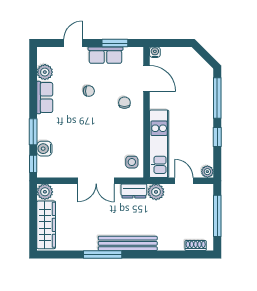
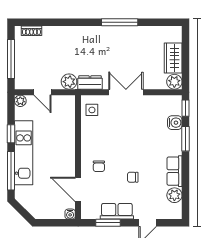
kitchen unit: (159, 144) -> (24, 153), moved, turned 180
wardrobe: (46, 225) -> (173, 58), width x0.67
bench: (128, 243) -> (96, 33), removed

